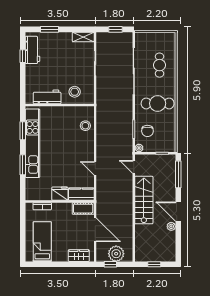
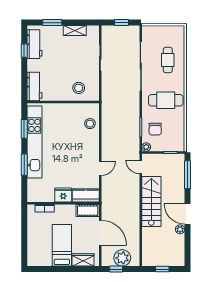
shelving: (83, 37) -> (75, 30), moved
workbench: (47, 97) -> (34, 86), moved, turned 90
door: (95, 168) -> (100, 168), swing flipped
bed: (42, 242) -> (62, 245), moved

